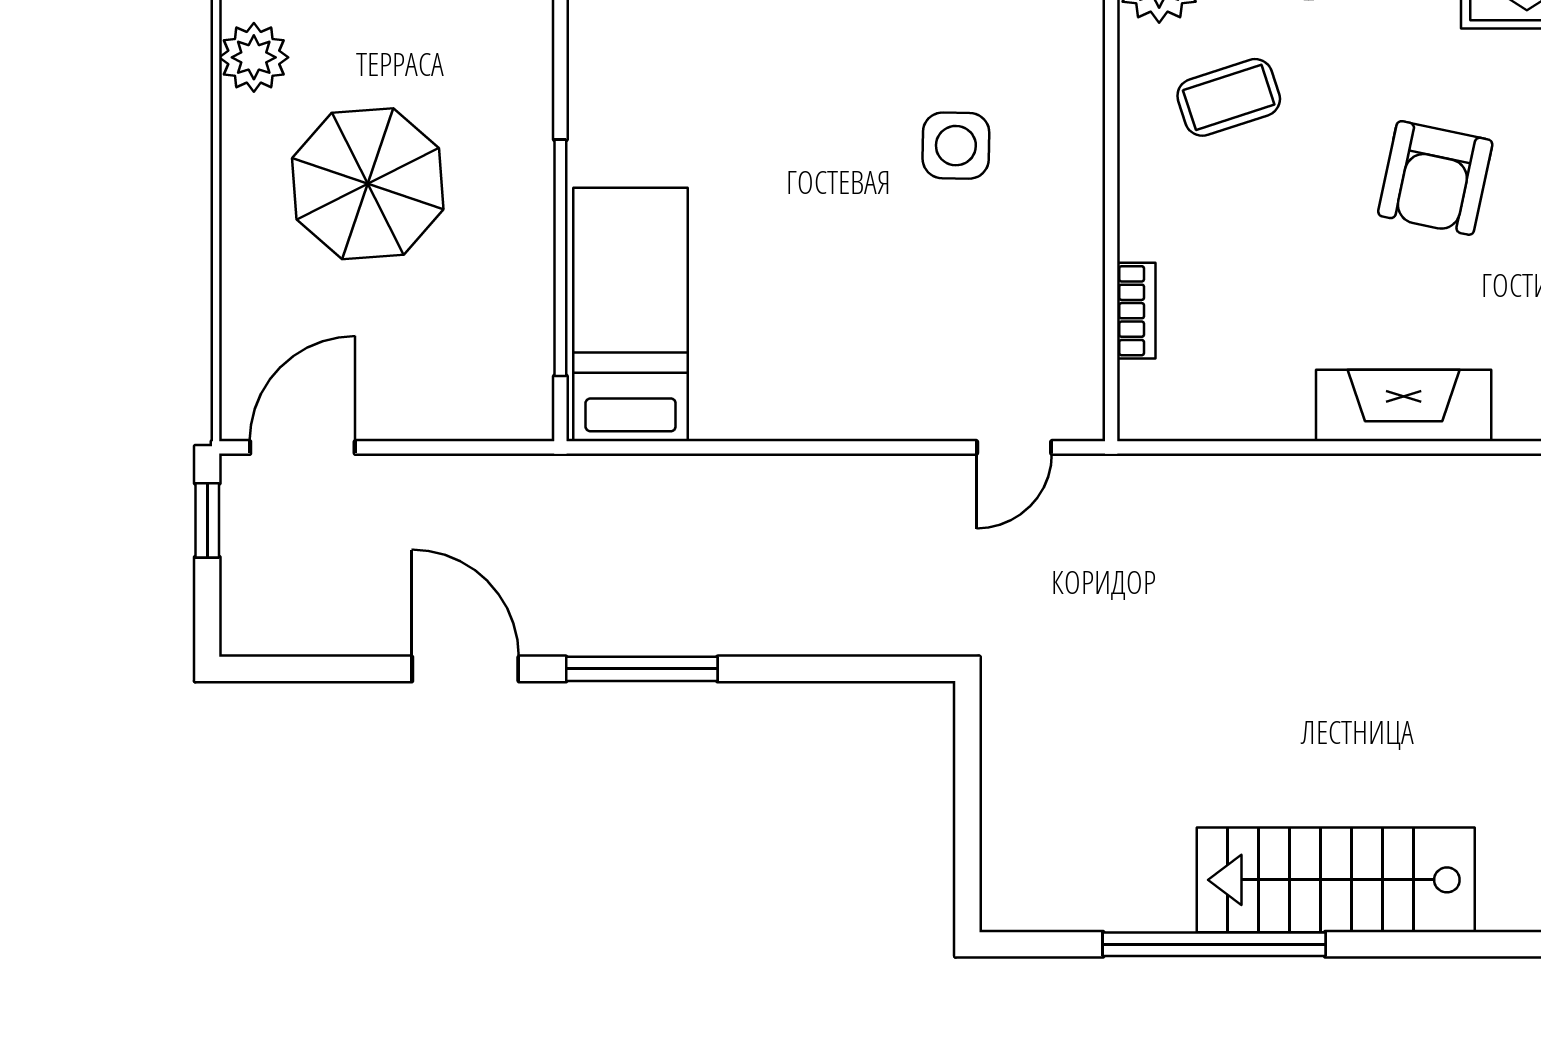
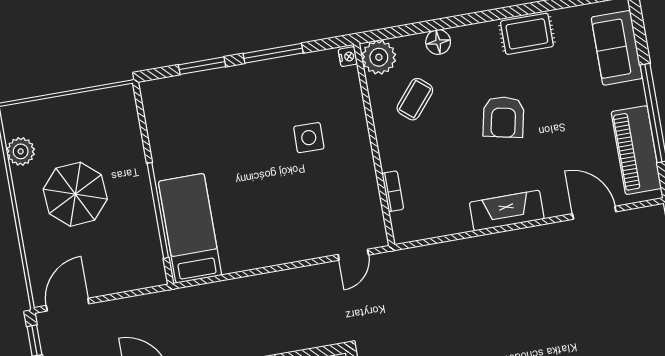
coffee table: (1229, 97) -> (415, 99), turned -32

